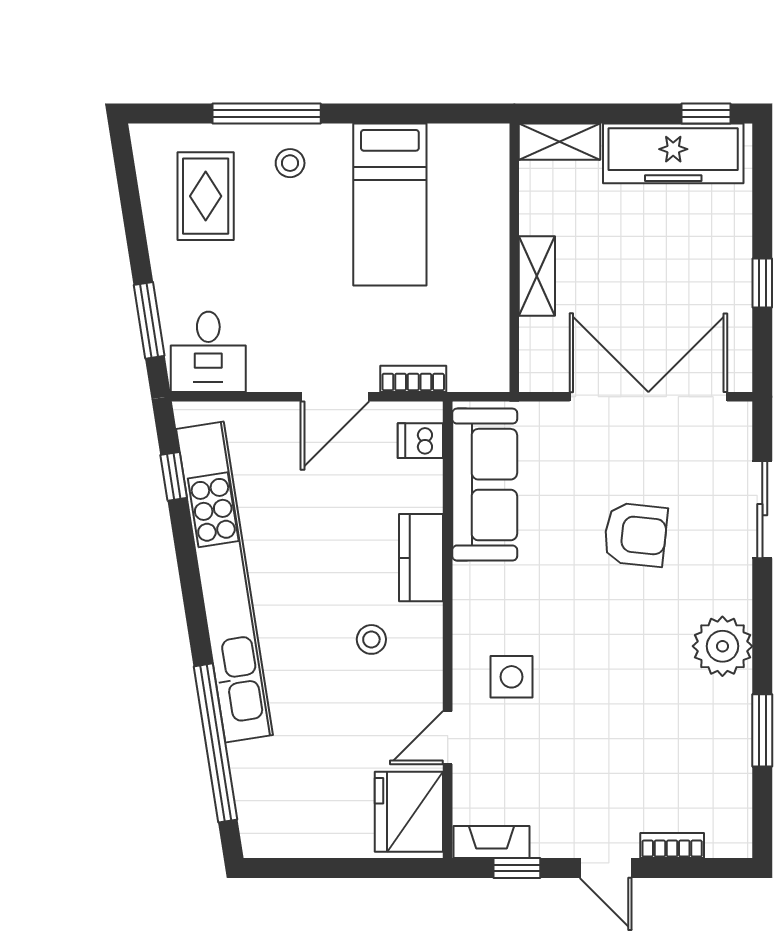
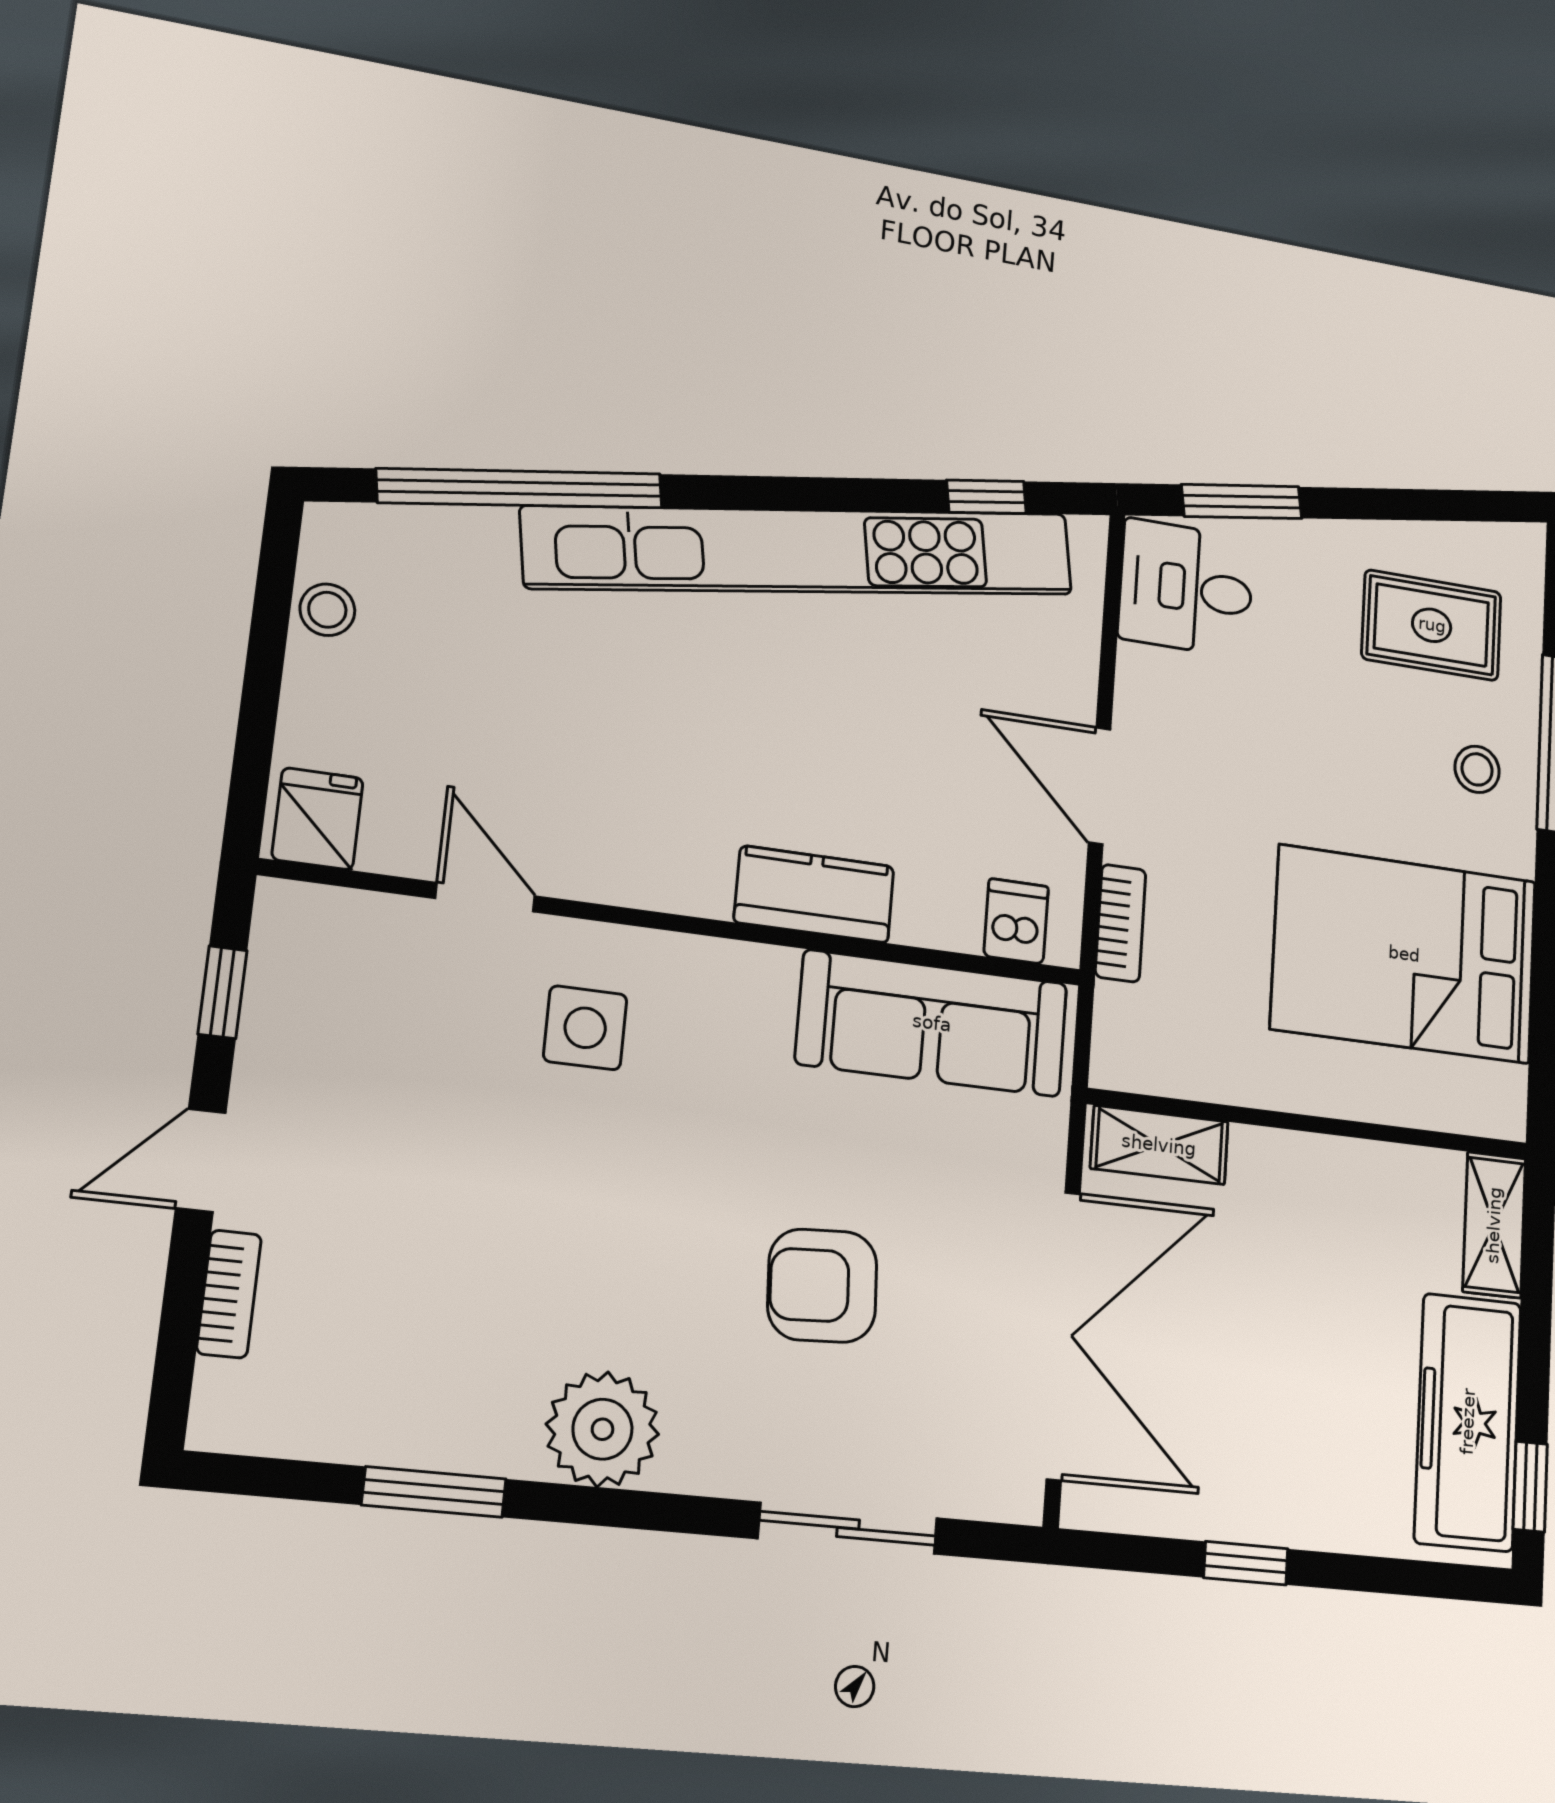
bed: (390, 204) -> (1404, 954), width x1.50
shelving: (537, 276) -> (1159, 1145), moved
armchair: (635, 535) -> (822, 1286), turned 81
stool: (371, 639) -> (327, 610), moved
fridge: (409, 812) -> (317, 819), width x0.53, depth x0.75
fireplace: (491, 842) -> (279, 951), removed

